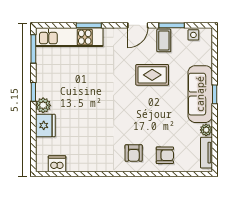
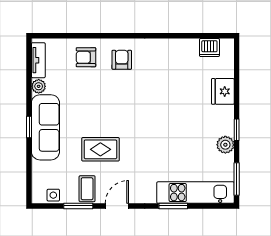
plant: (43, 105) -> (225, 145), moved

